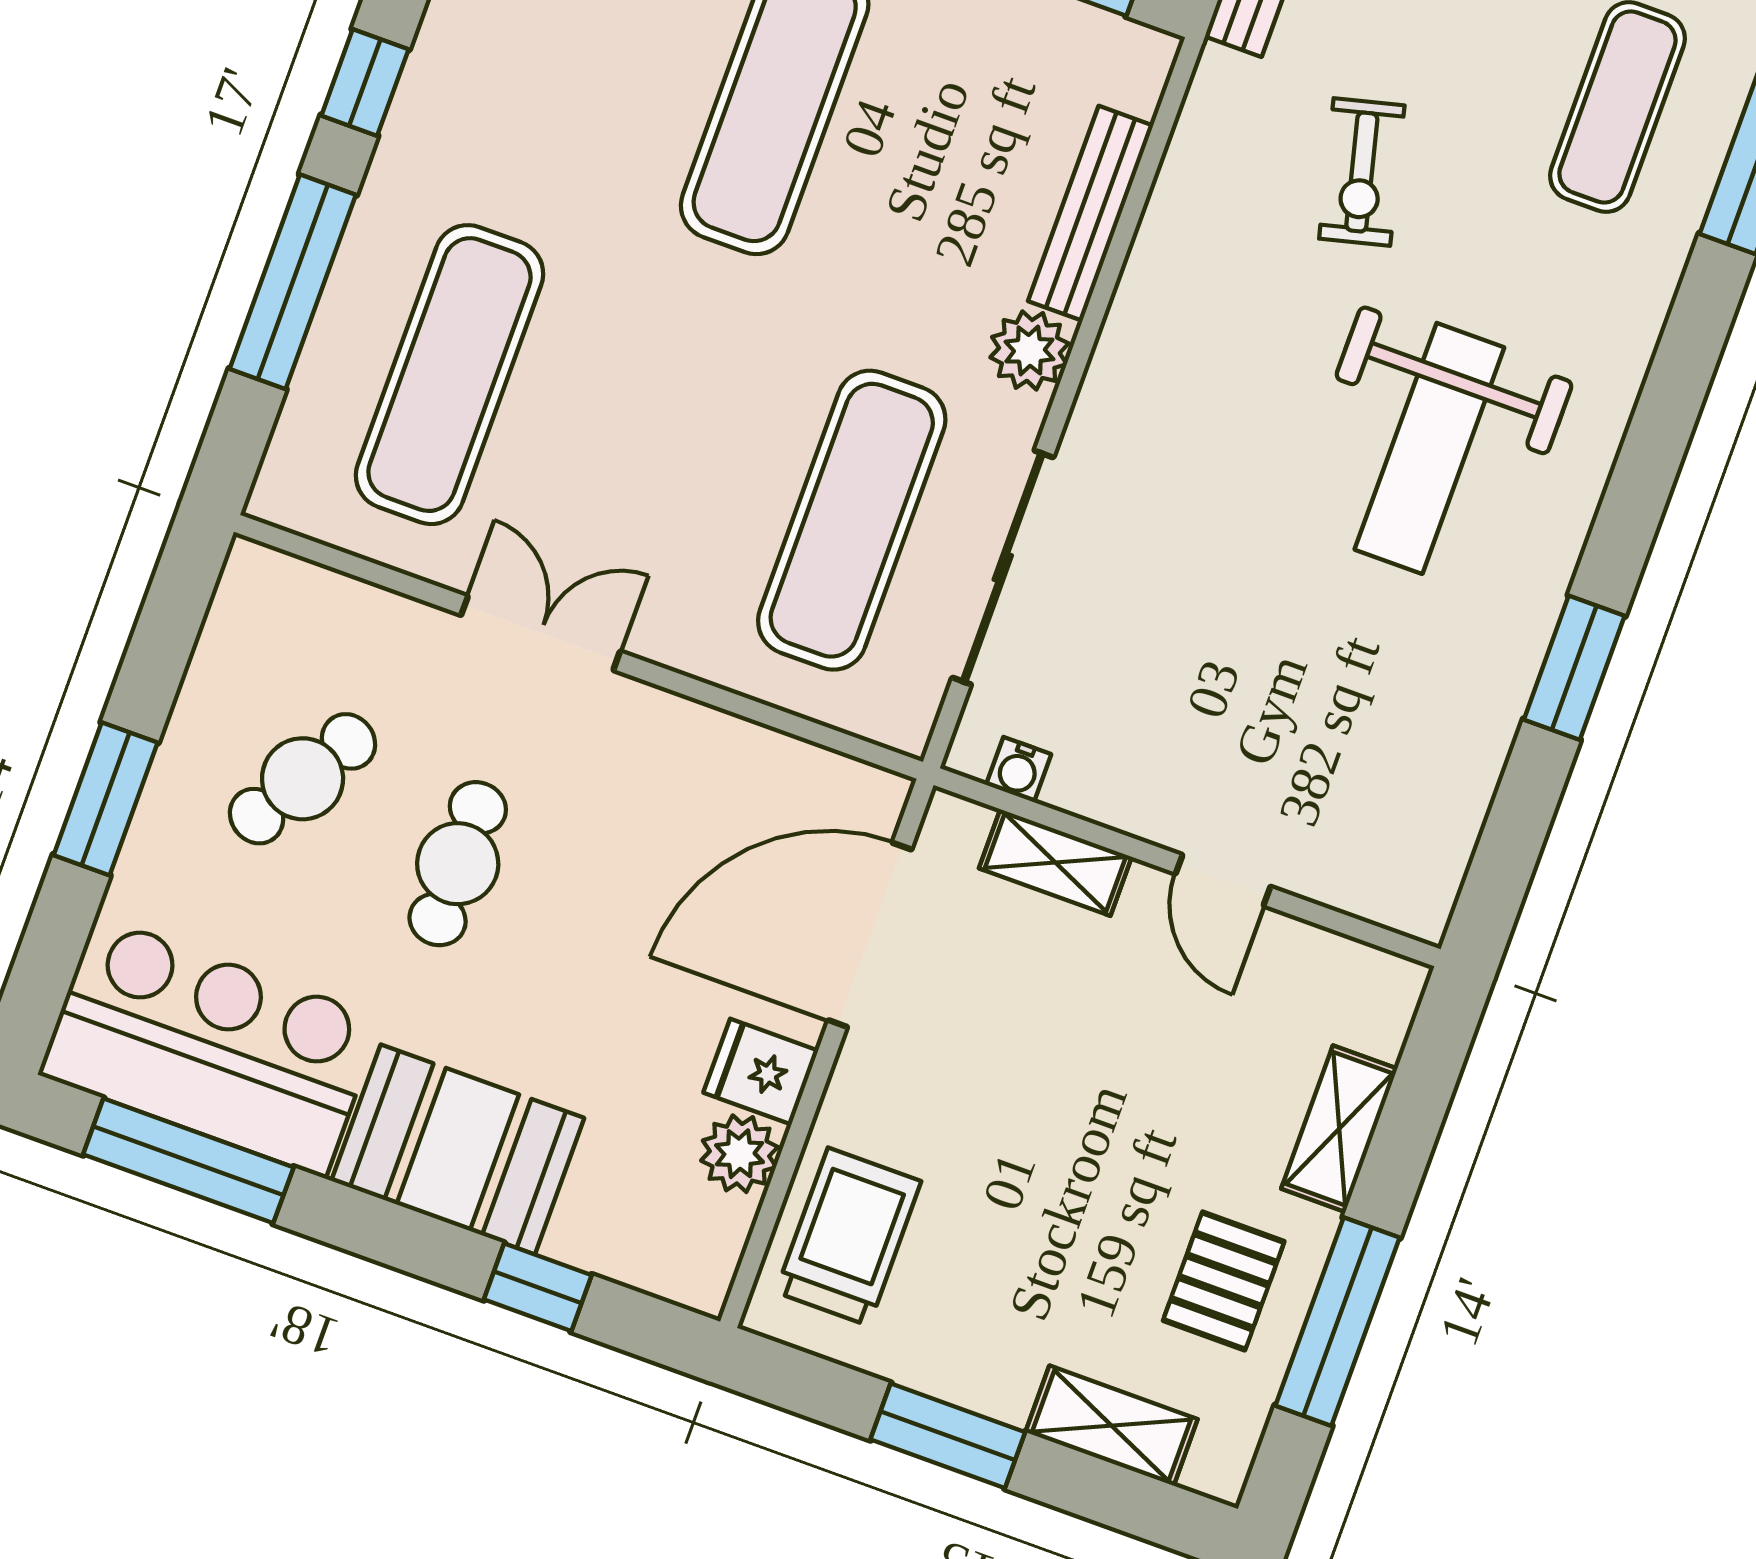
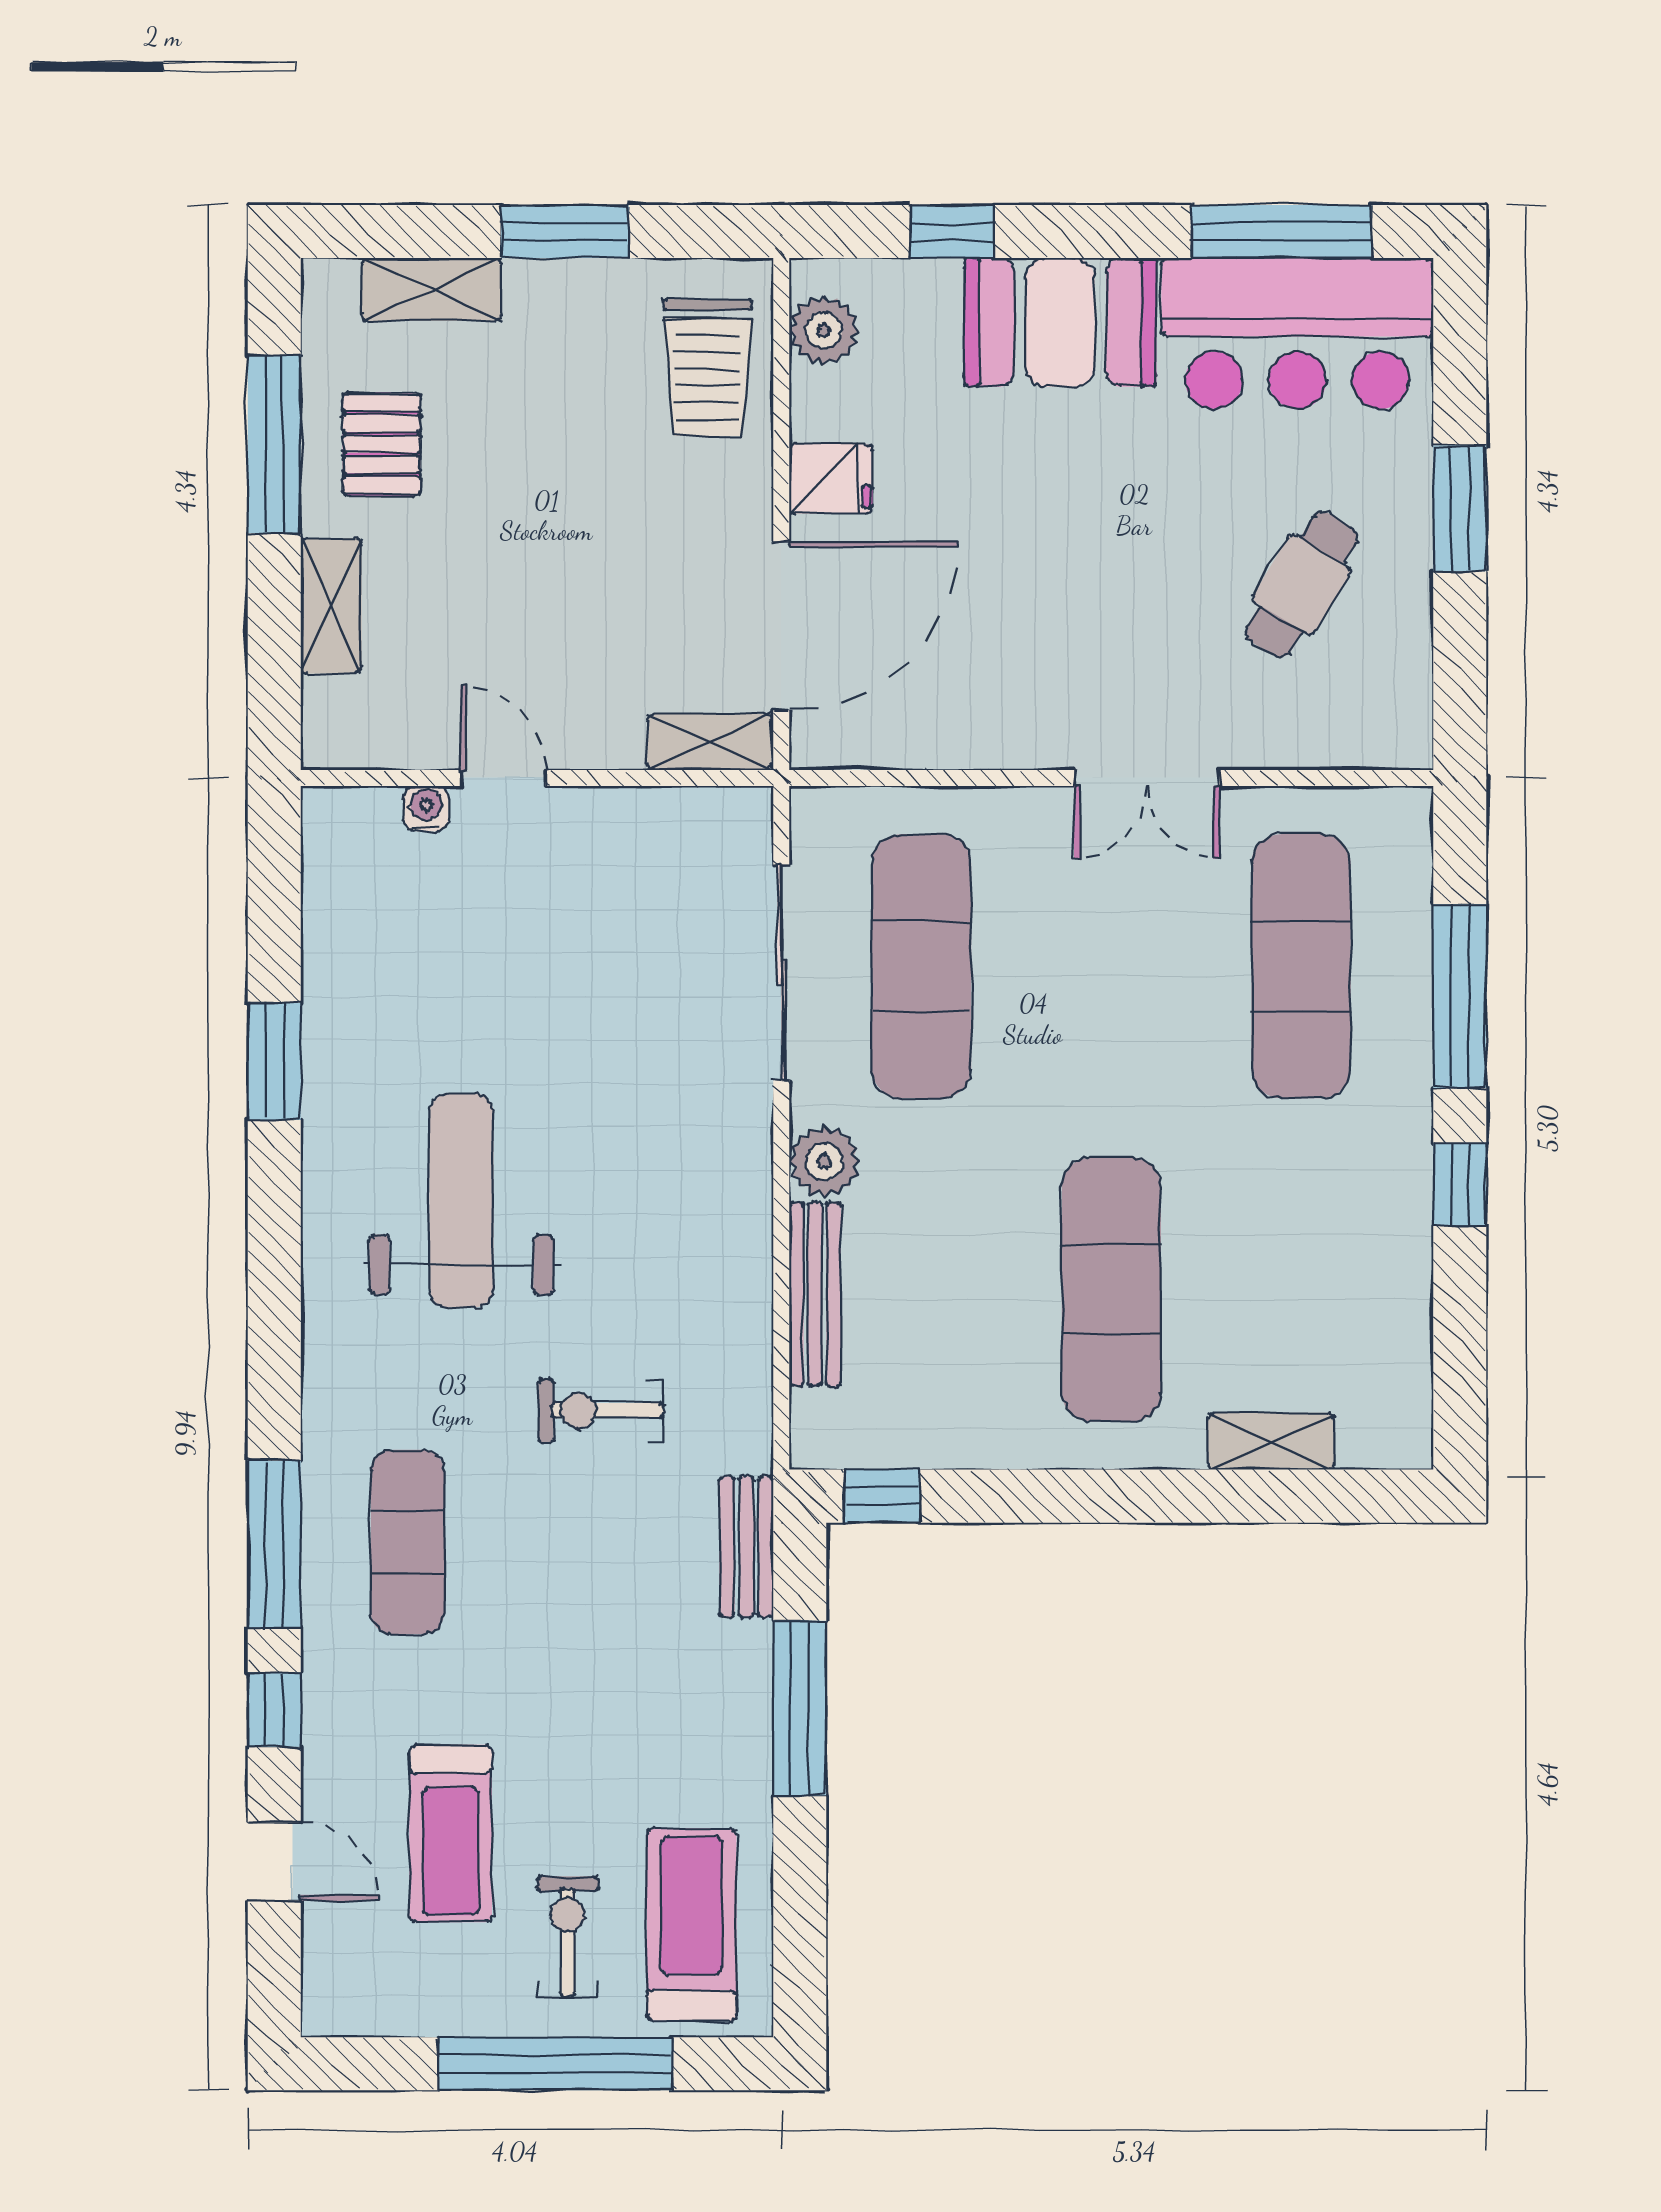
exercise bike: (1362, 172) -> (601, 1411), turned -76
water cooler: (1019, 770) -> (426, 809), moved
shelving: (1055, 862) -> (709, 742), moved
cafe table: (458, 864) -> (1146, 561), removed
plant: (739, 1154) -> (824, 330), moved

